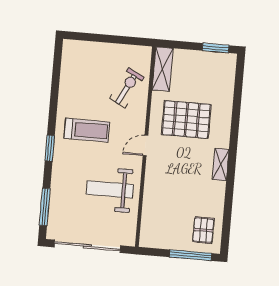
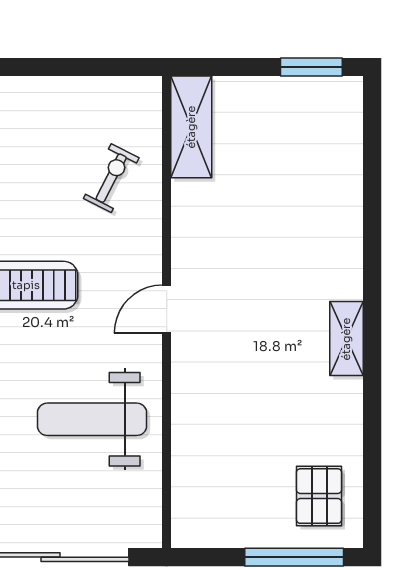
exercise bike: (127, 88) -> (111, 178), width x0.73, depth x0.72
pallet: (186, 120) -> (257, 240), removed

